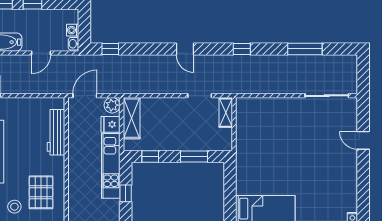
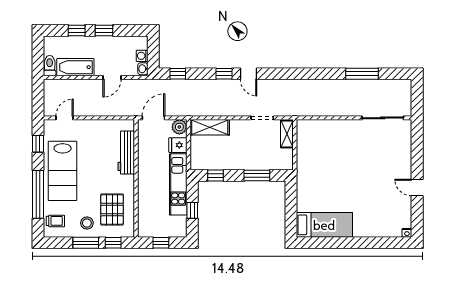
window: (242, 49) -> (224, 74), moved
shelving: (132, 118) -> (210, 127), moved, turned 90
door: (363, 140) -> (417, 188), moved

